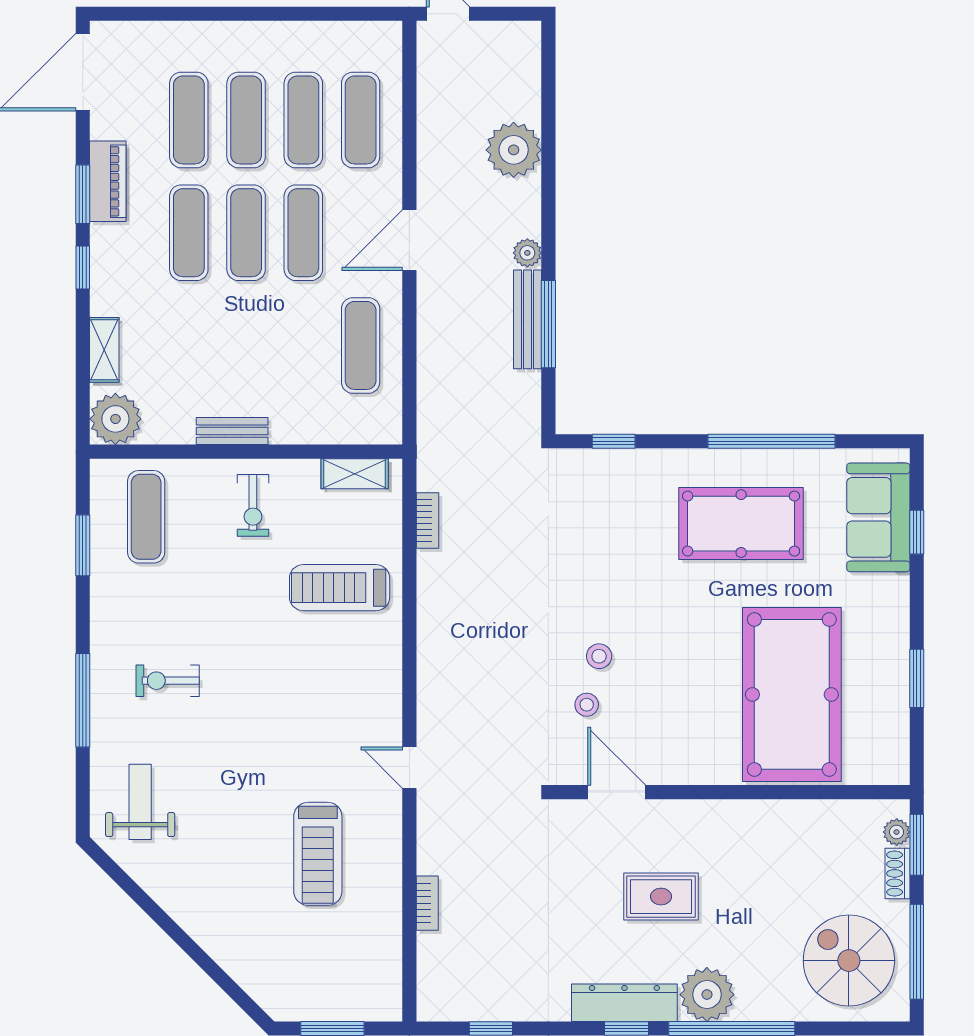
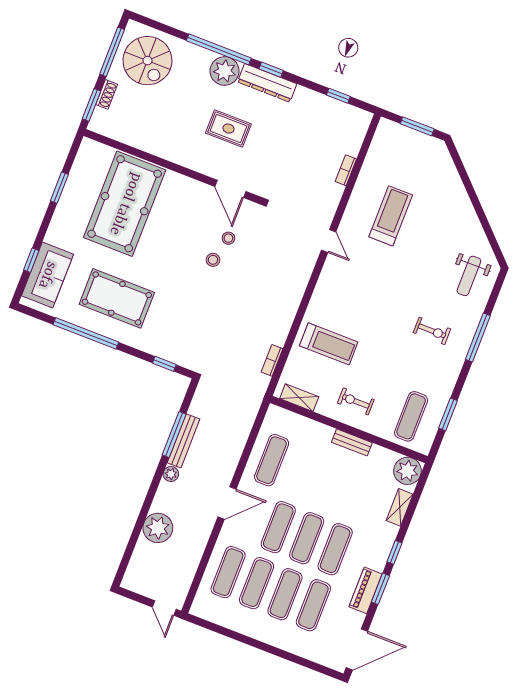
exercise bike: (253, 505) -> (356, 401), turned -90
plant: (897, 832) -> (99, 115), removed

